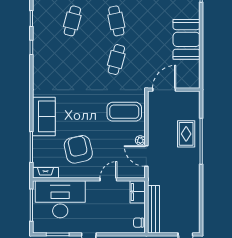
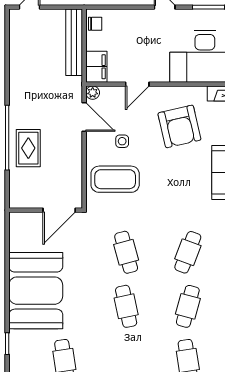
booth: (187, 39) -> (36, 291), width x1.36, depth x1.42
cafe table: (72, 60) -> (188, 252), added
cafe table: (116, 60) -> (126, 252), turned -30
side table: (119, 139) -> (122, 141), added
plant: (140, 140) -> (93, 93), moved

